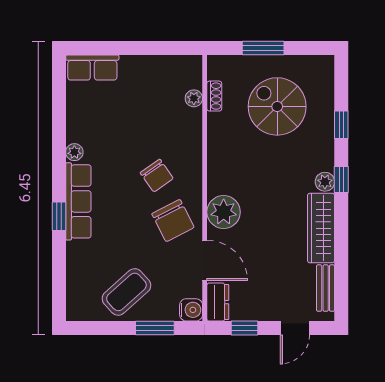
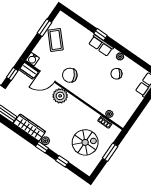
chair: (157, 176) -> (116, 74), moved
row of seats: (78, 201) -> (101, 45), width x0.68
window: (155, 328) -> (44, 28), moved

